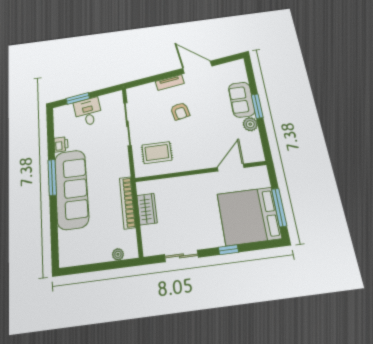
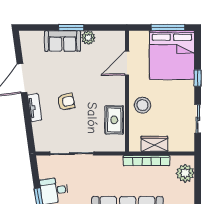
rug: (157, 153) -> (114, 120), moved
door: (231, 167) -> (127, 63), hinge flipped
stool: (188, 190) -> (142, 105), added
plant: (118, 254) -> (185, 173), width x1.88, depth x1.88

